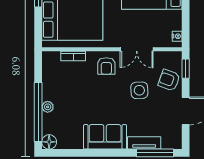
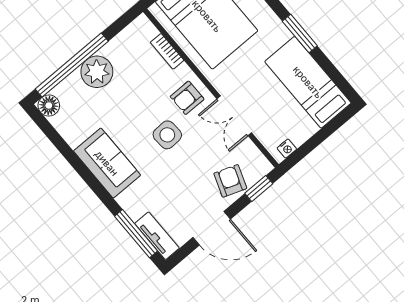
side table: (139, 90) -> (167, 135), moved
plant: (48, 107) -> (97, 72), width x1.88, depth x1.88
tv unit: (144, 143) -> (157, 236), moved

